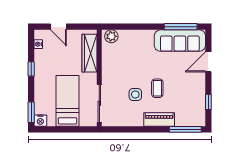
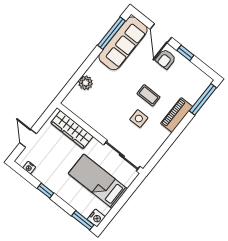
door: (58, 27) -> (28, 138), swing flipped
plant: (111, 36) -> (86, 83), moved
armchair: (193, 80) -> (166, 59), added
window: (208, 102) -> (185, 53), moved

